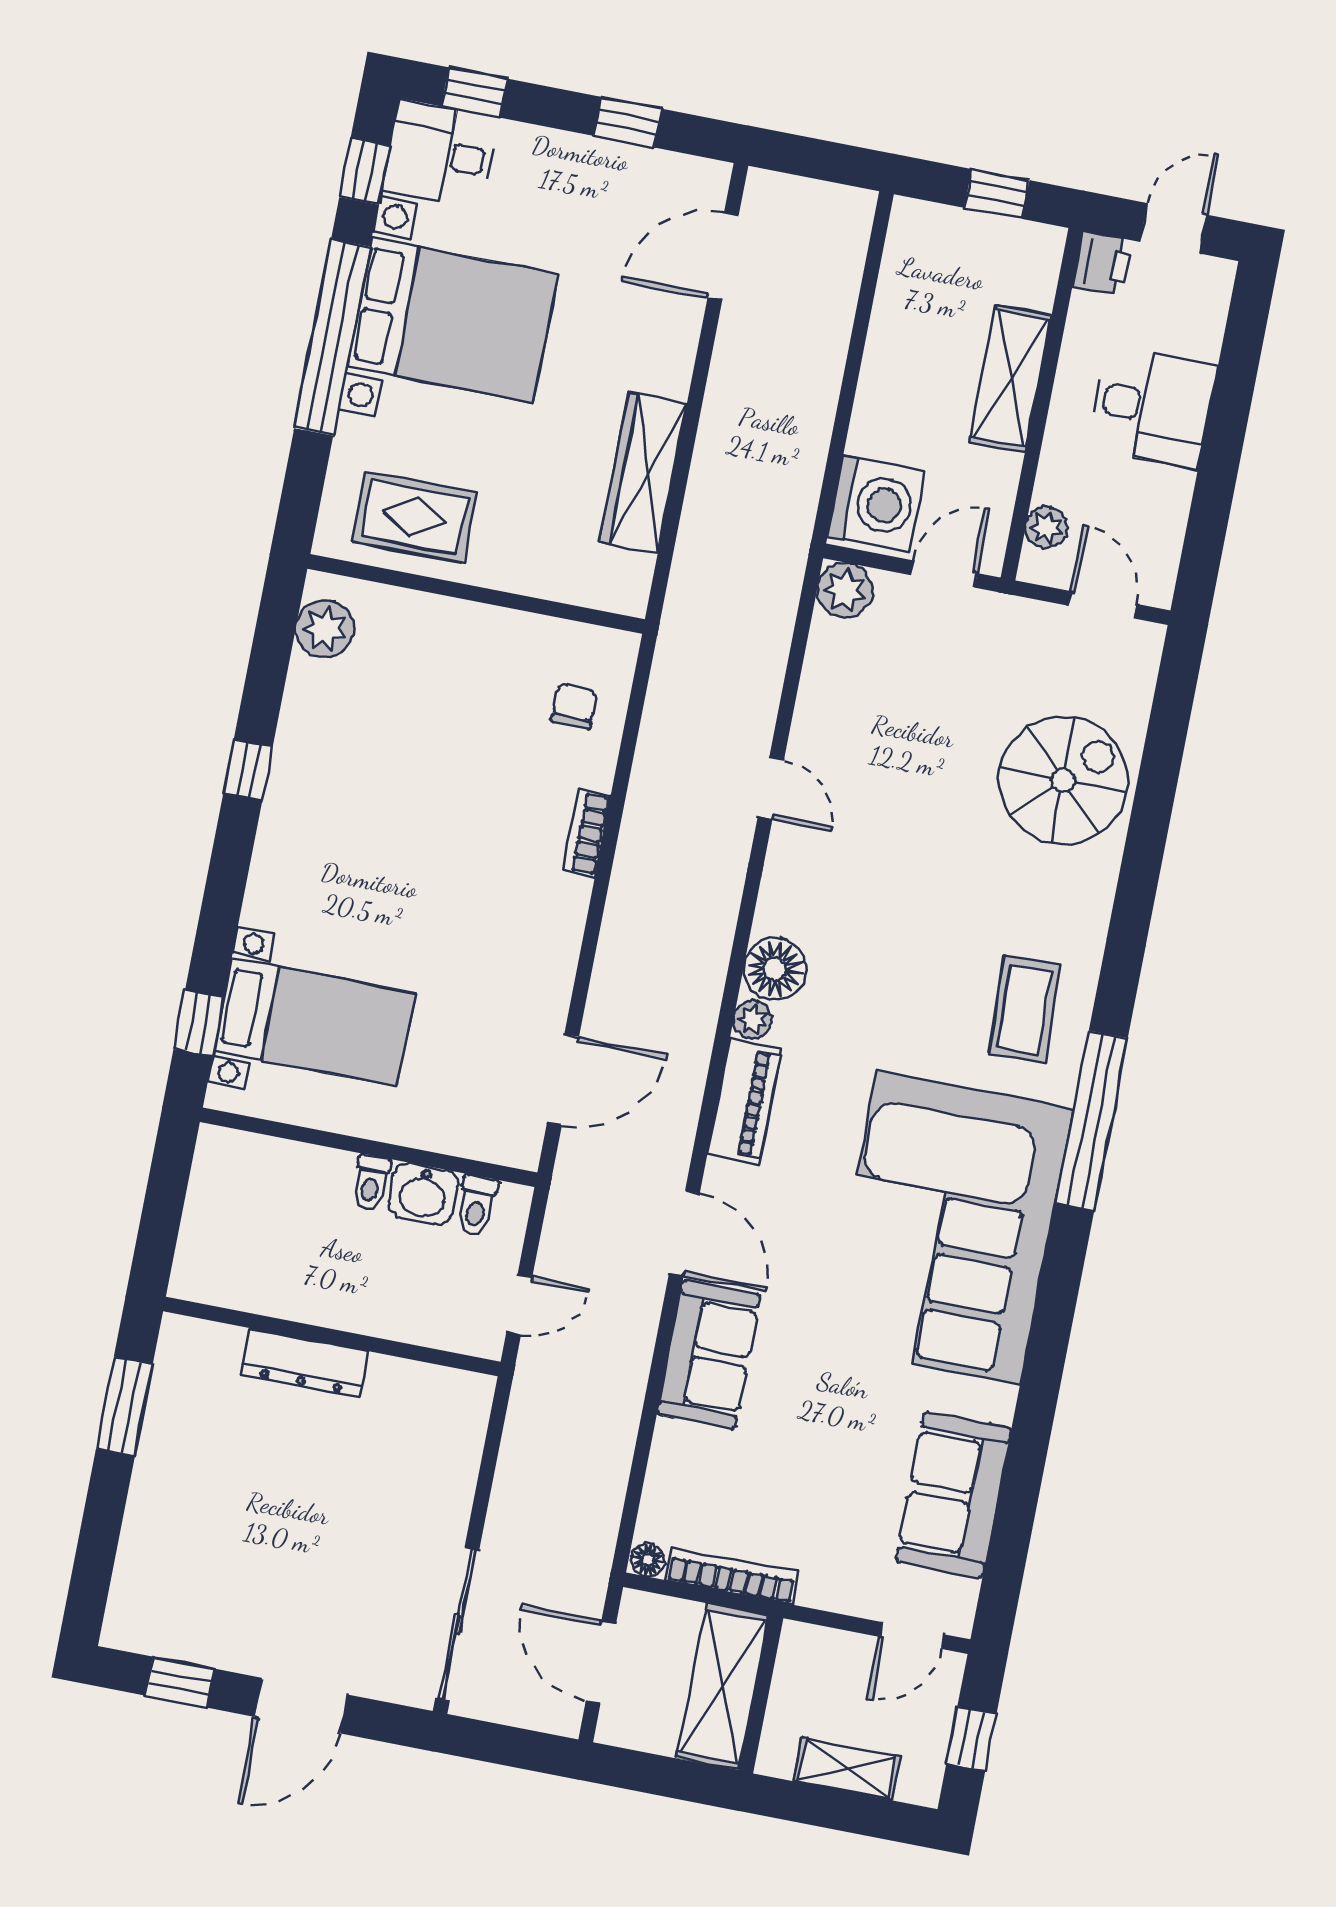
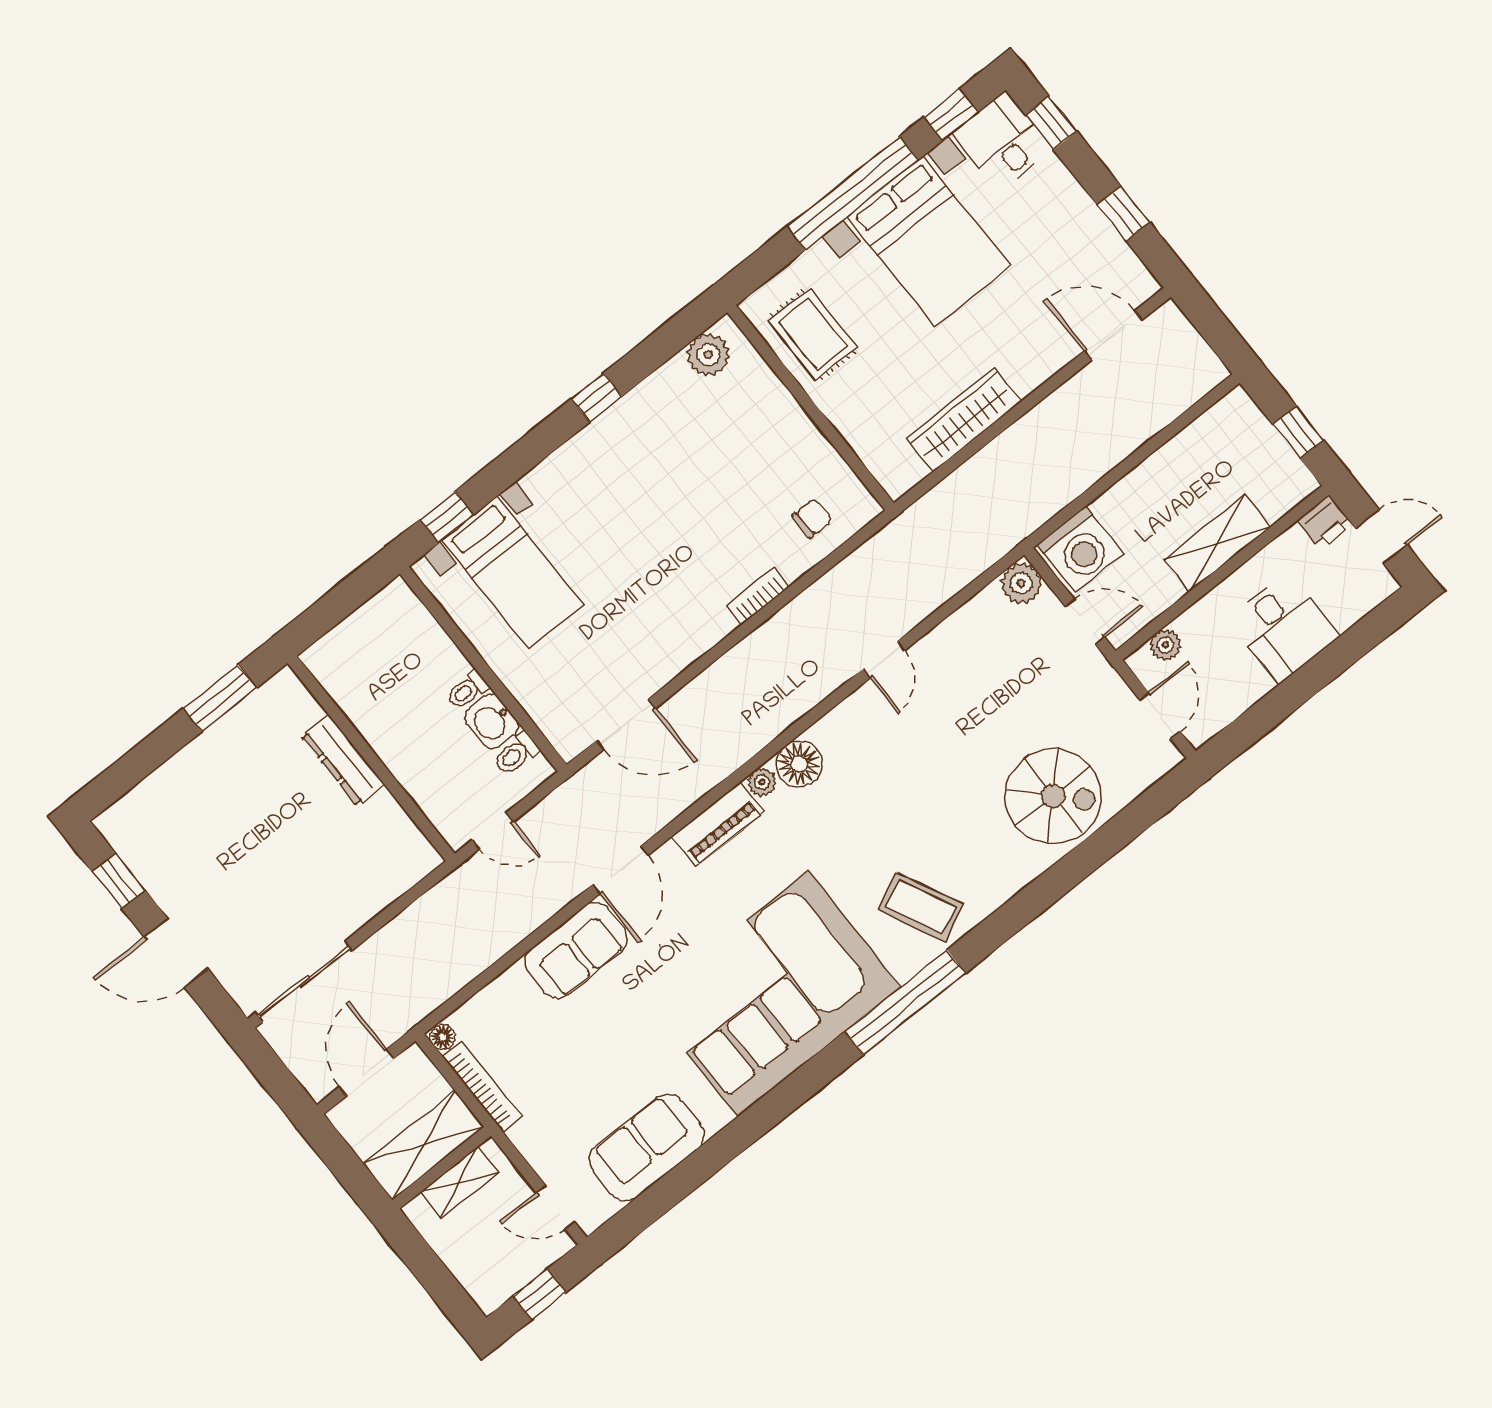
coffee table: (1024, 1009) -> (921, 907), turned 66
shelving: (847, 1769) -> (459, 1182), moved, turned 90

